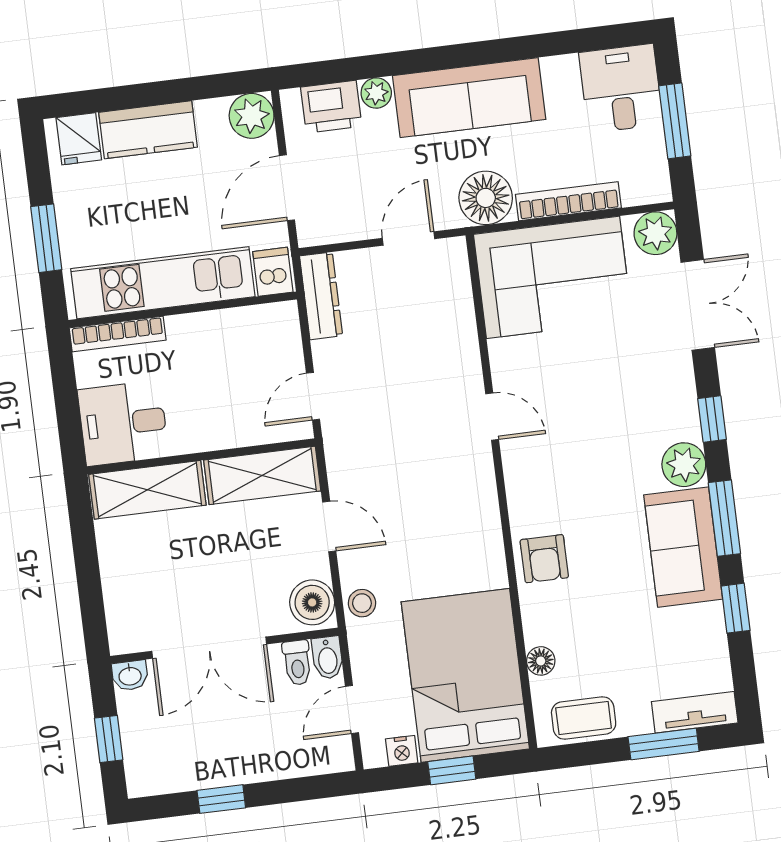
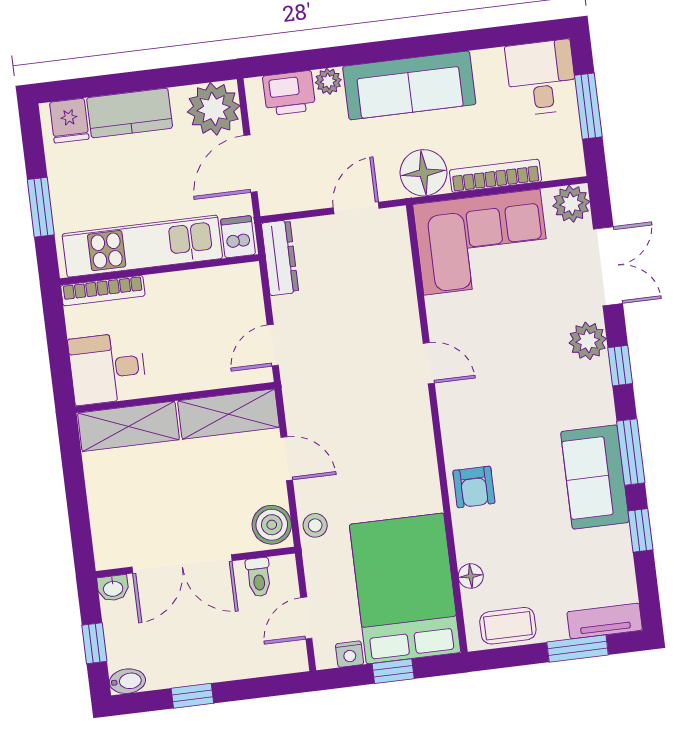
plant: (252, 116) -> (214, 109), width x1.36, depth x1.36
plant: (684, 465) -> (588, 341), moved
bidet: (327, 658) -> (127, 681), moved, turned -90

